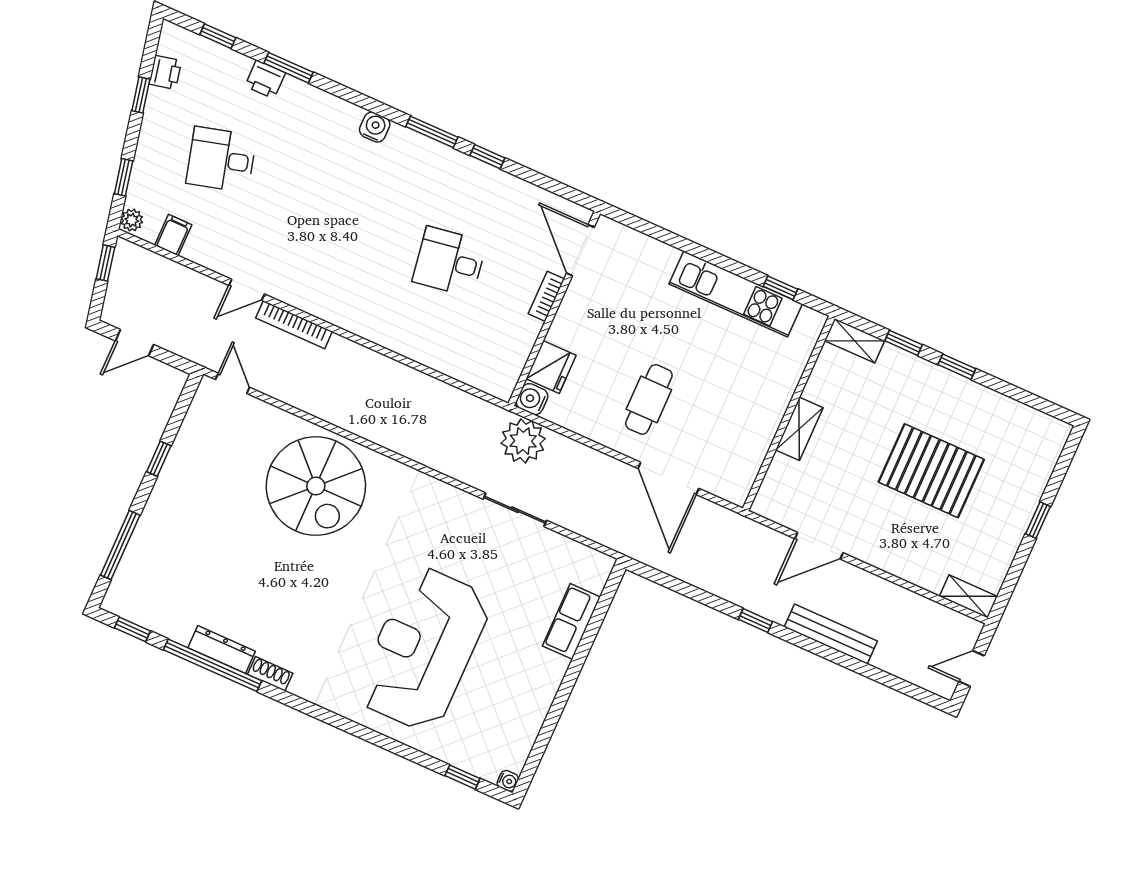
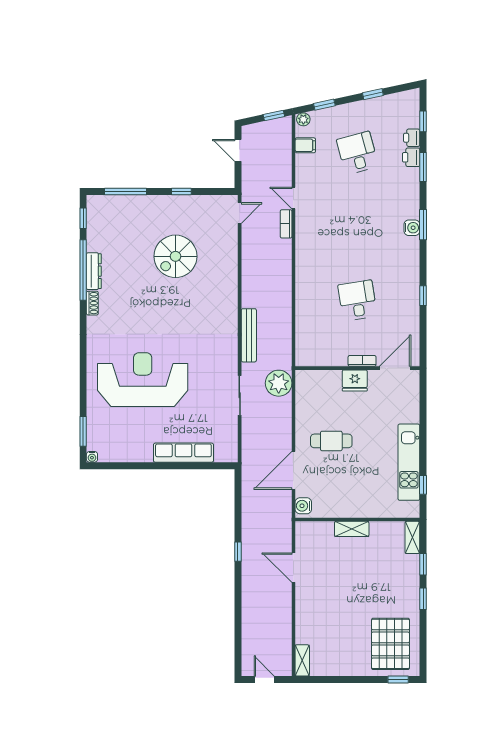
printer: (165, 72) -> (412, 138), moved, turned 102
window: (432, 132) -> (423, 225), moved
bookcase: (294, 325) -> (286, 224), width x0.64
fridge: (551, 367) -> (355, 380), moved
water cooler: (532, 399) -> (303, 506), moved, turned -90
pallet: (931, 471) -> (390, 644), moved
spiral stairs: (316, 486) -> (175, 256), moved, width x0.73, depth x0.73
window: (1038, 520) -> (398, 679), moved
row of seats: (571, 621) -> (183, 453), width x1.48
bench: (831, 634) -> (249, 335), moved
window: (462, 777) -> (83, 431), width x1.50

